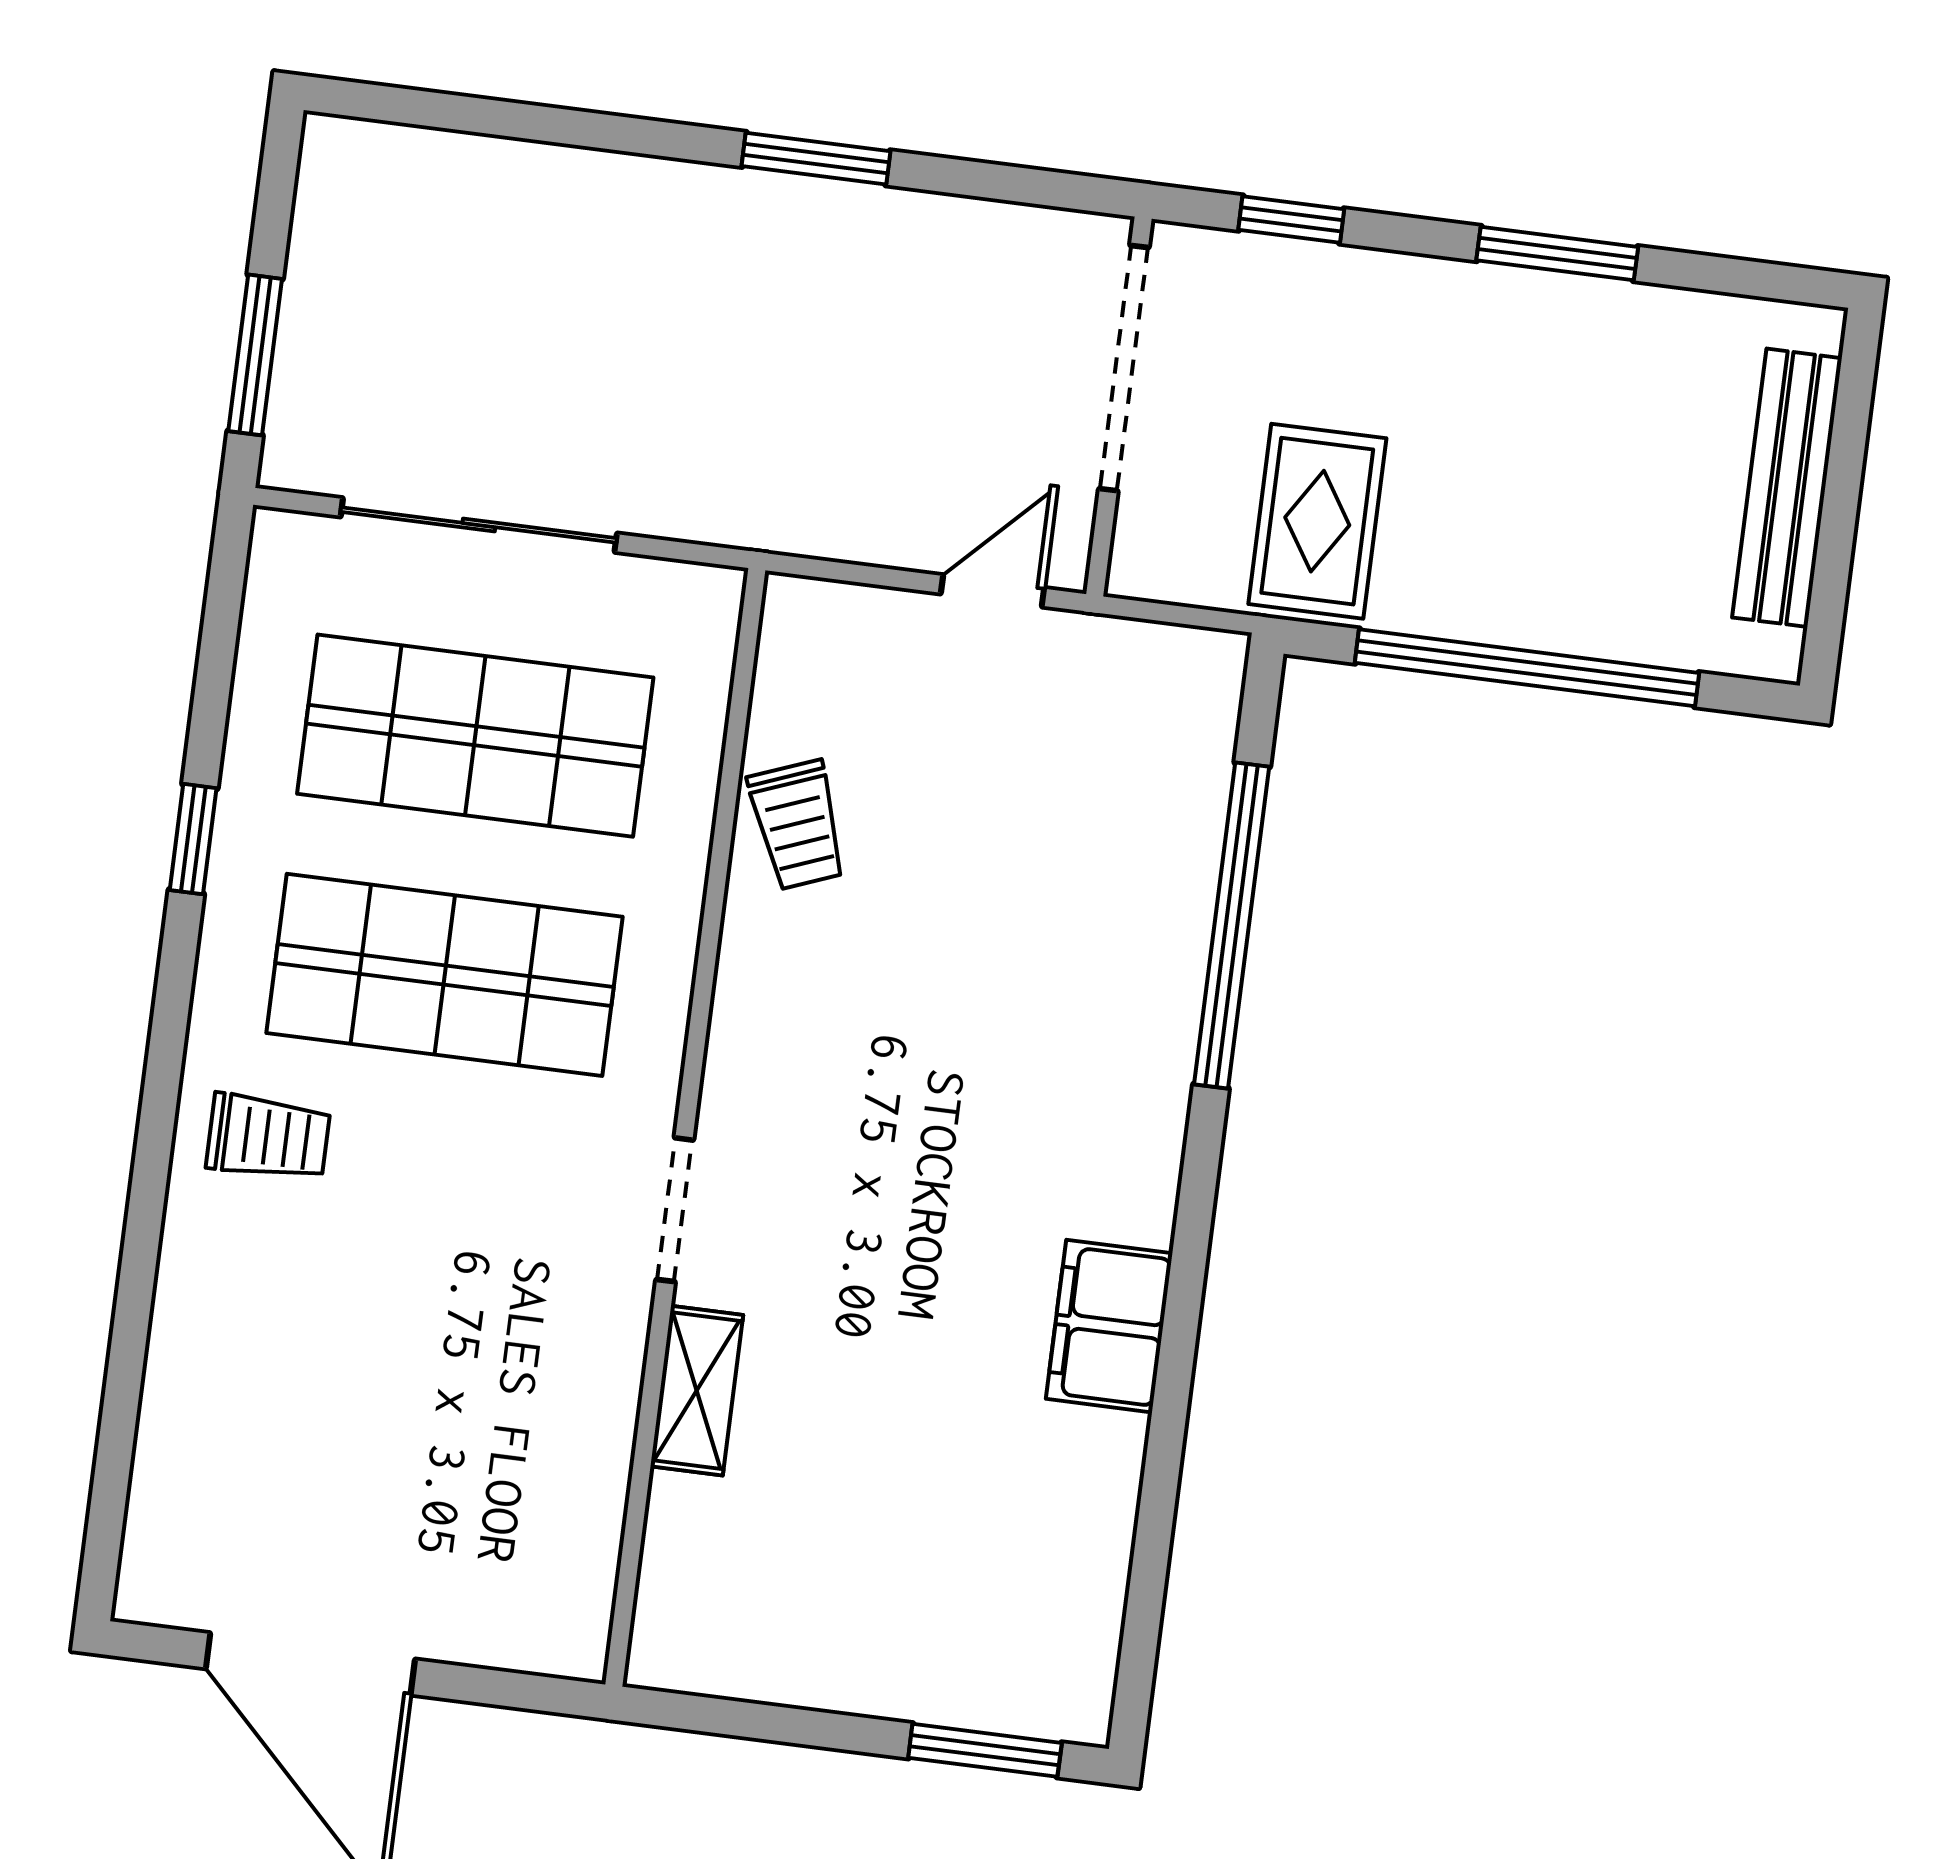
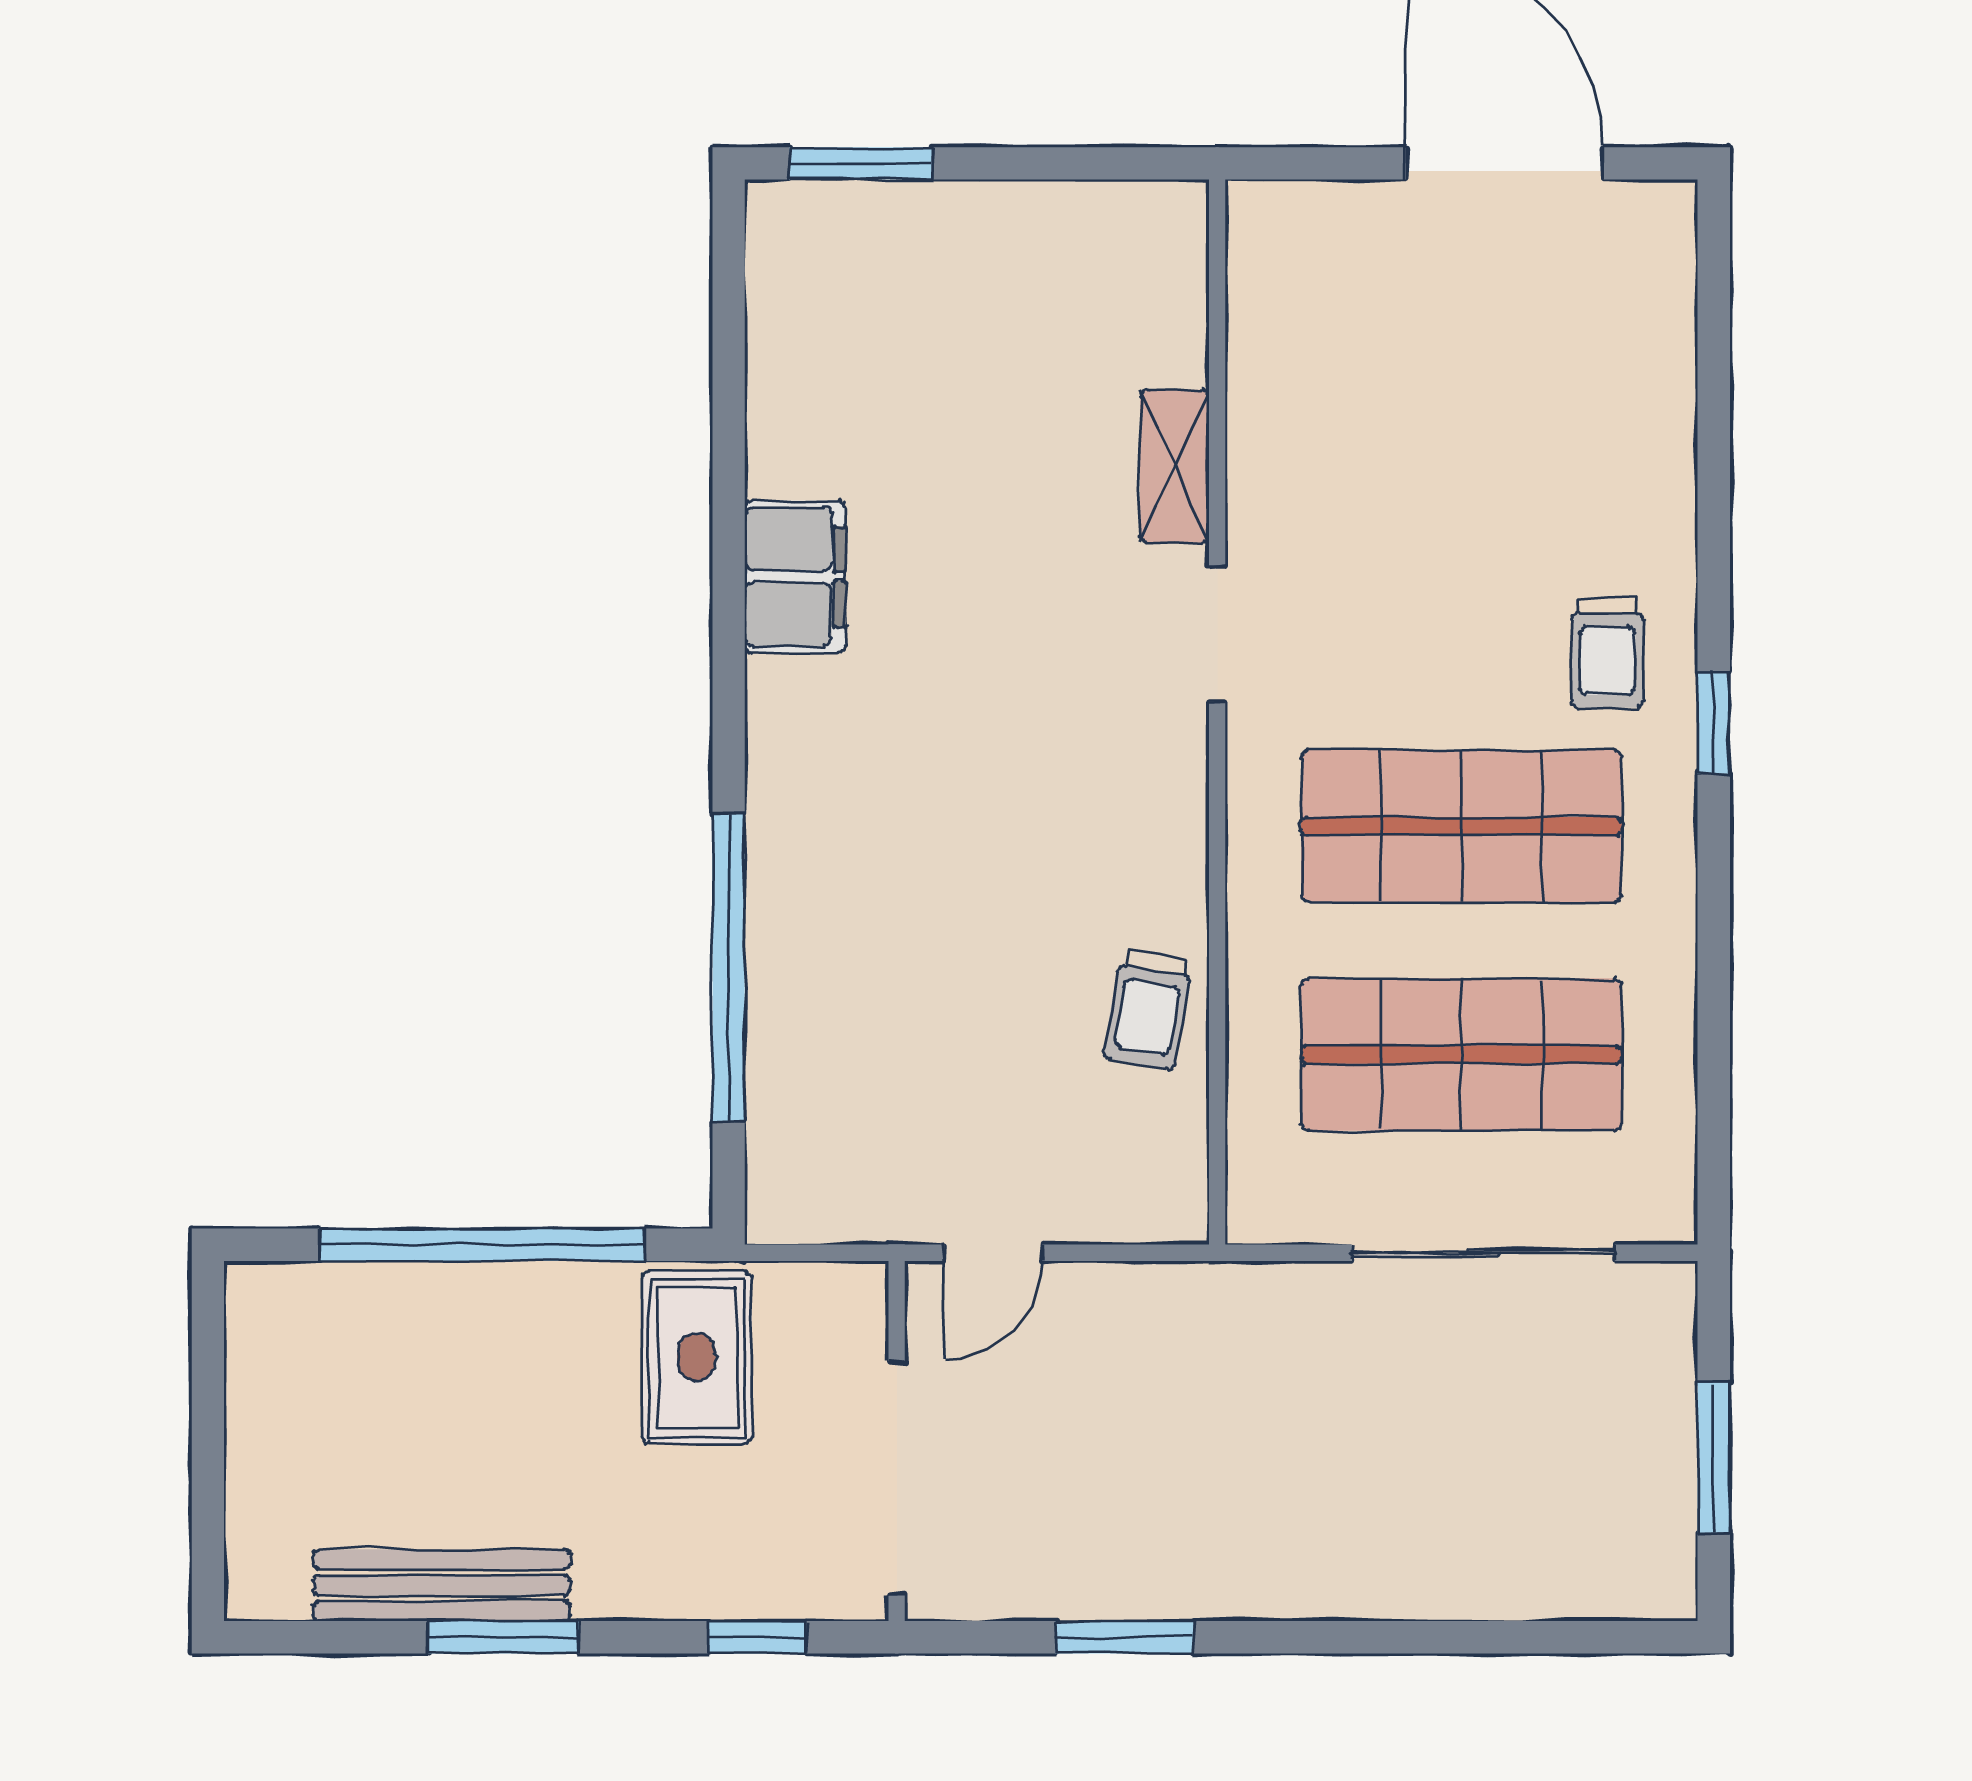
window: (816, 159) -> (1124, 1637), moved
window: (255, 355) -> (1714, 1458), moved
bench: (1787, 488) -> (442, 1585), moved, turned 90
trolley: (798, 825) -> (1148, 1009), turned -149
window: (193, 839) -> (1714, 723), moved
trolley: (268, 1137) -> (1607, 653), turned -90

